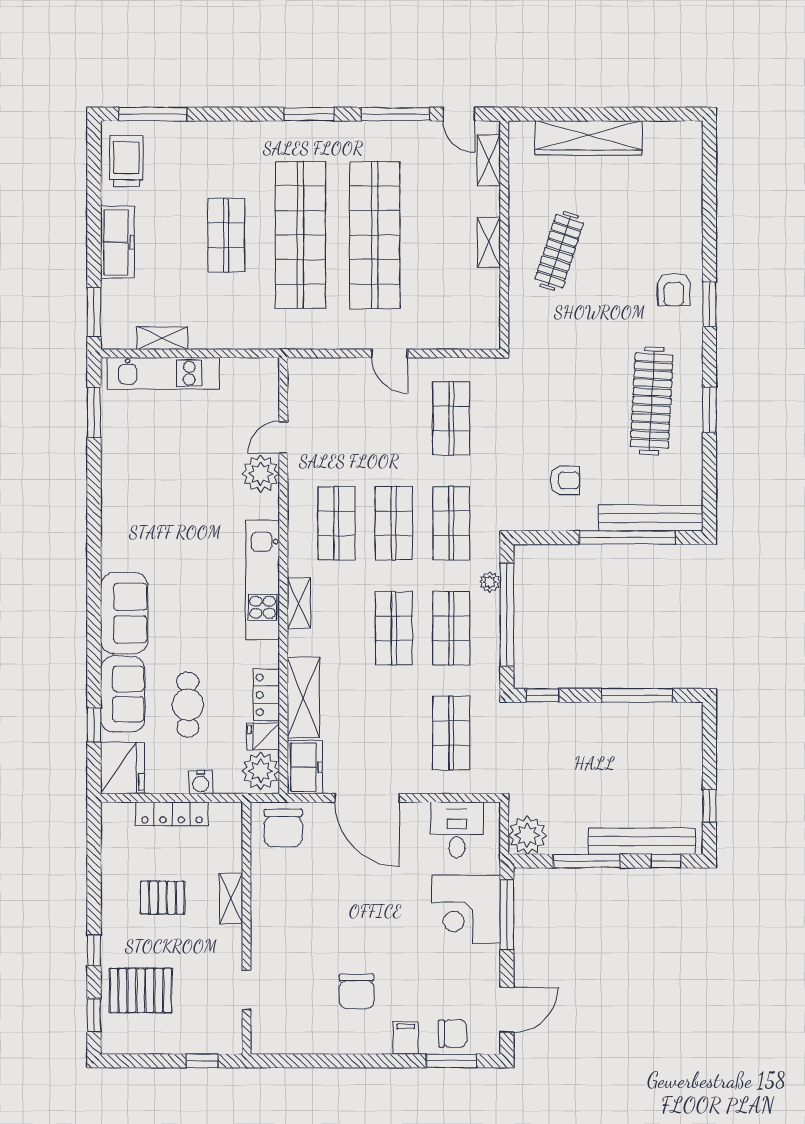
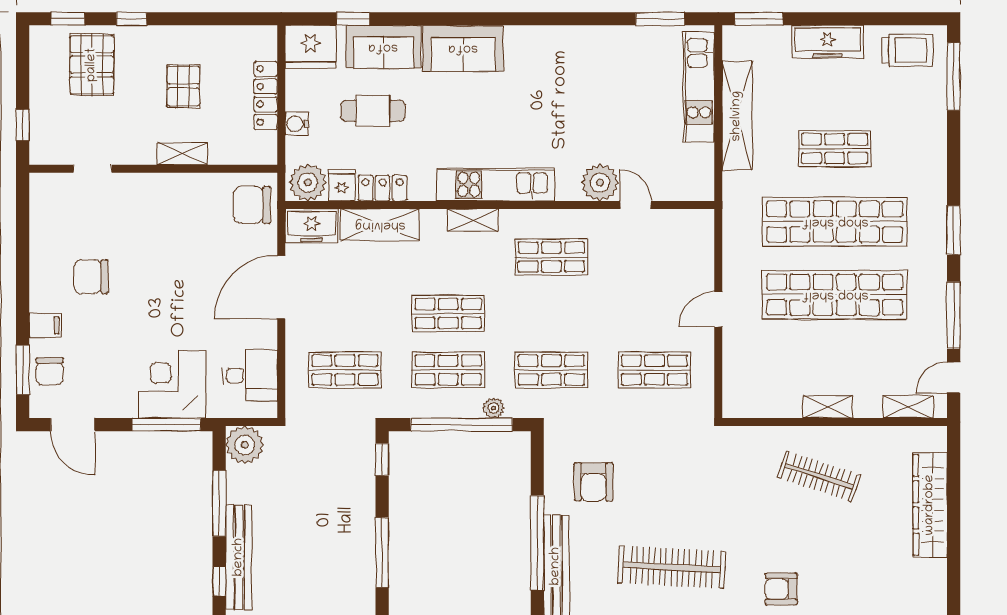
shelving: (162, 338) -> (737, 116), width x2.20, depth x1.33
armchair: (565, 480) -> (594, 482), width x1.38, depth x1.38
shop shelf: (394, 523) -> (551, 313), removed

